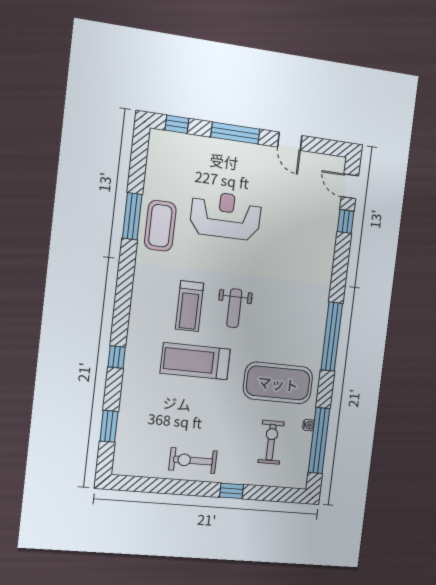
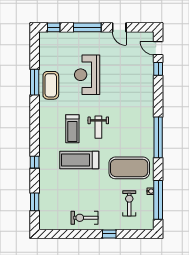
reception desk: (226, 215) -> (87, 75), turned -90

